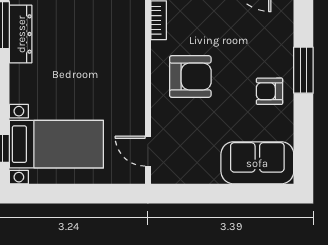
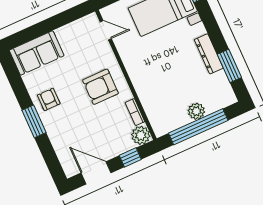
dresser: (21, 34) -> (209, 54), moved
armchair: (269, 91) -> (49, 99), turned -90

